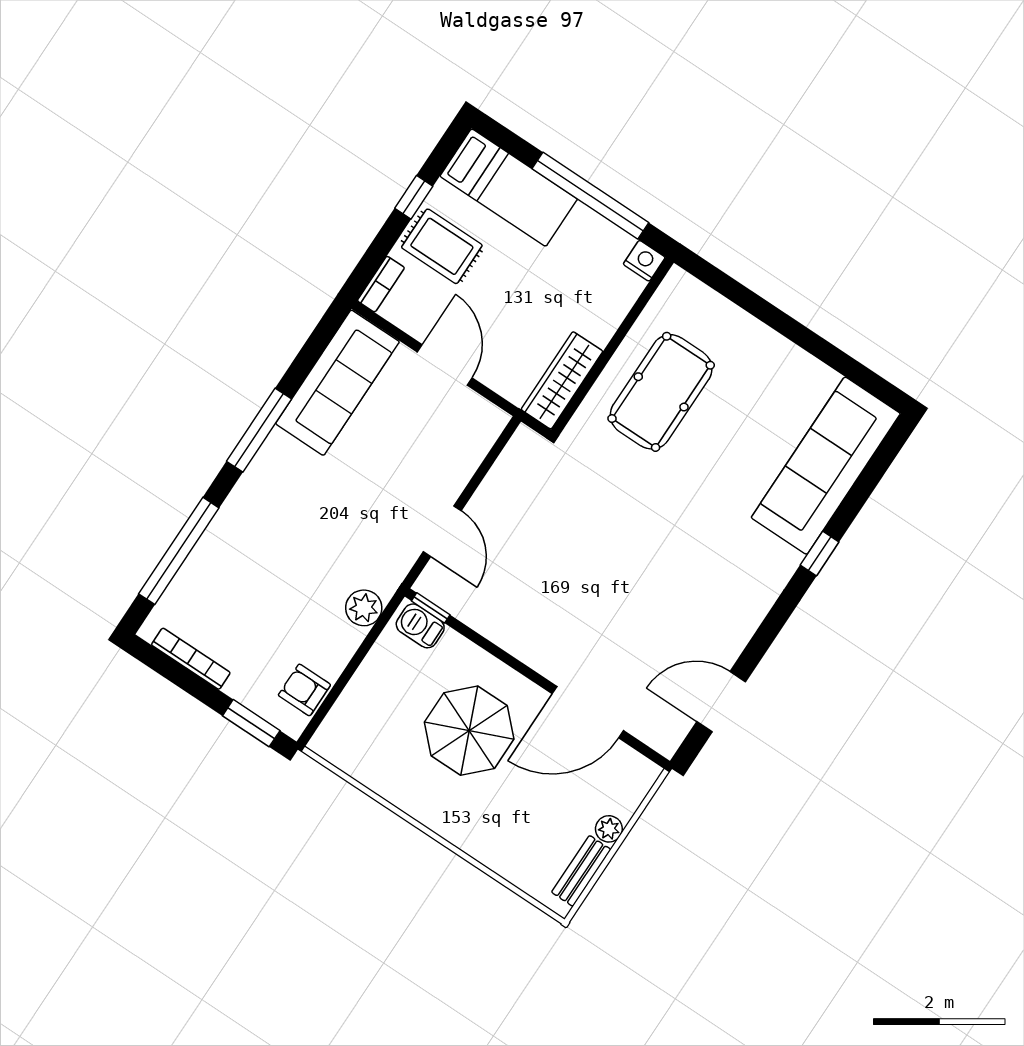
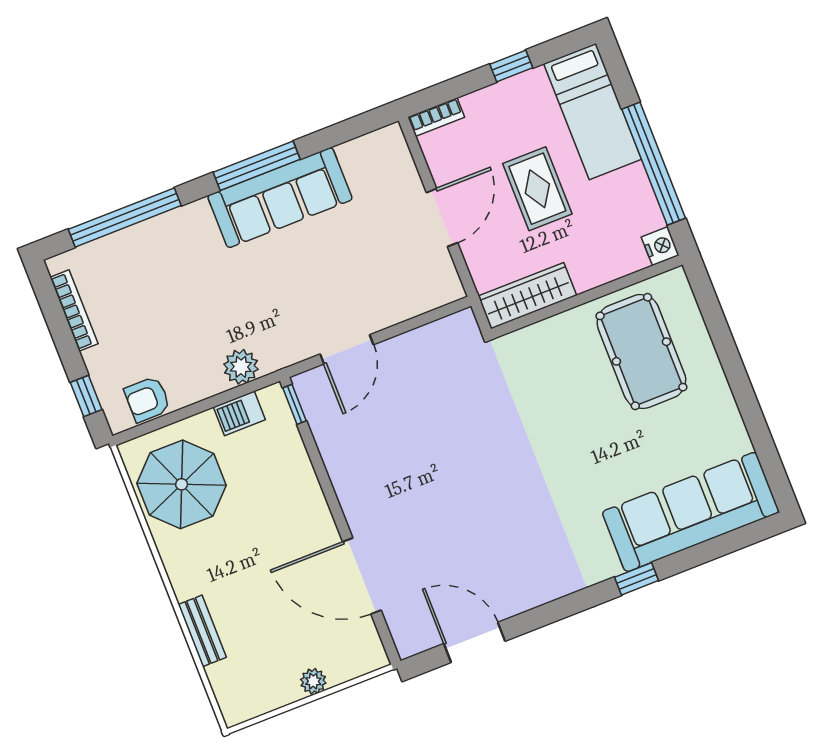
rug: (442, 246) -> (537, 189), moved
sofa: (337, 383) -> (280, 198), moved
pool table: (661, 392) -> (641, 352), moved, turned 90
barbecue: (420, 626) -> (239, 413), moved, turned -90
armchair: (304, 690) -> (147, 399), turned -90
window: (251, 723) -> (86, 396), width x0.67
parasol: (469, 731) -> (182, 484), moved
bench: (581, 871) -> (202, 631), moved, turned 90

